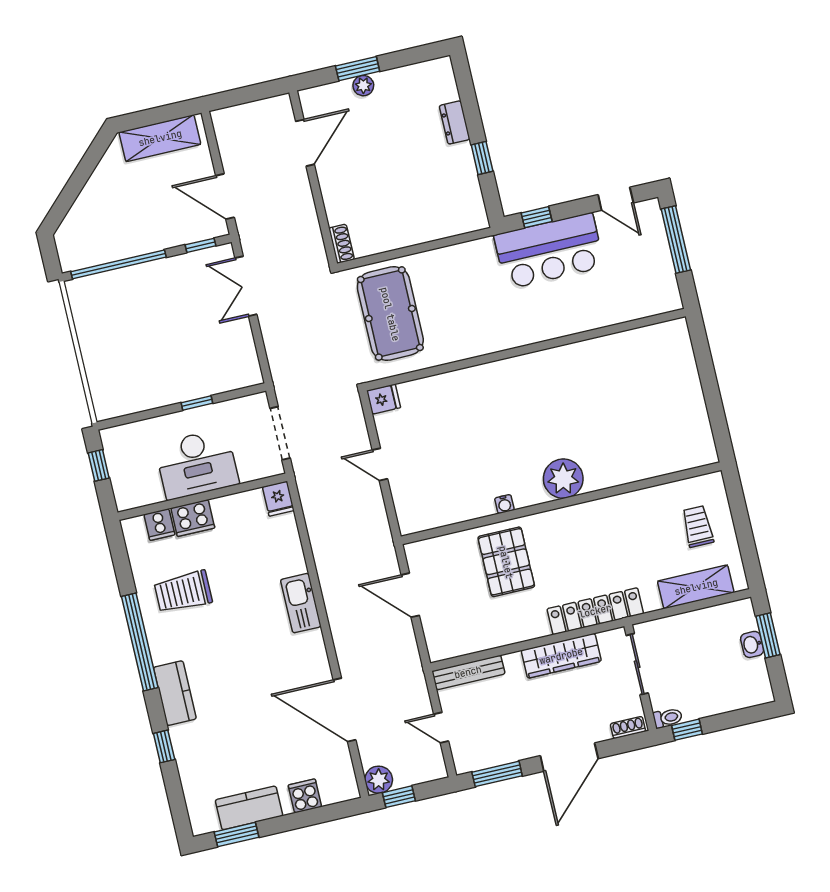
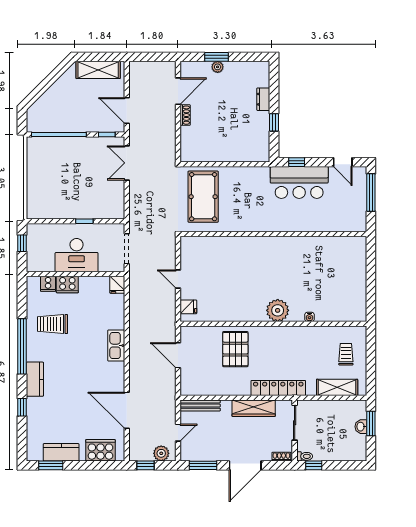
shoe rack: (342, 244) -> (185, 115), moved
fridge: (384, 399) -> (188, 307), moved
water cooler: (504, 504) -> (309, 317), moved
door: (441, 728) -> (178, 433), swing flipped
plant: (379, 780) -> (161, 453), moved
cooker: (305, 796) -> (100, 450), width x1.87, depth x1.31

